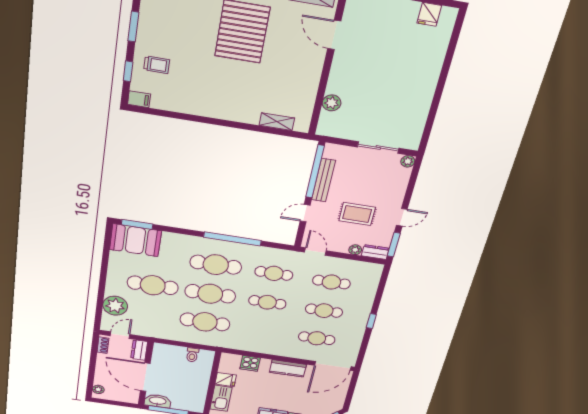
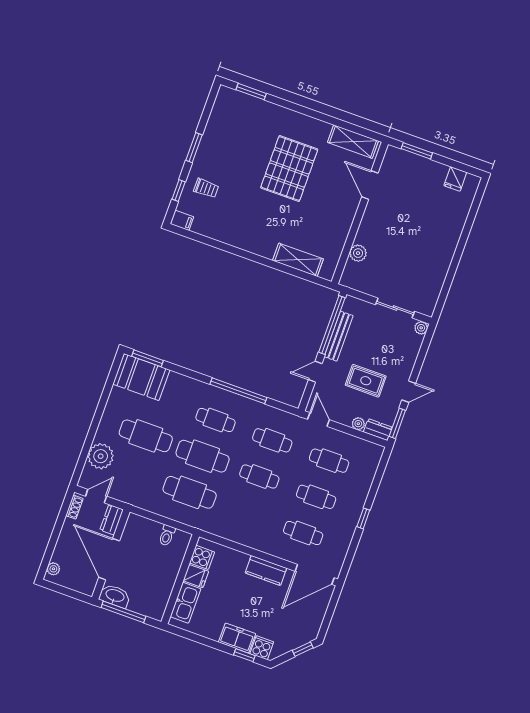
shelving: (277, 122) -> (298, 260), width x1.50, depth x1.33
cafe table: (216, 265) -> (215, 420), width x0.73, depth x0.74
cooker: (250, 363) -> (202, 557), moved, turned -90

